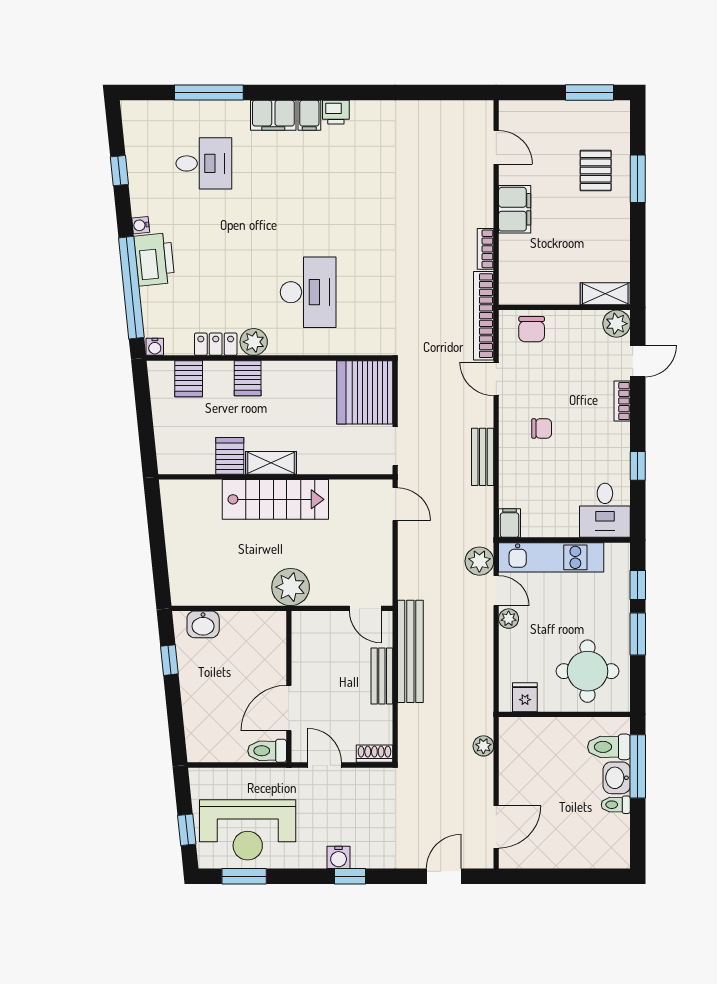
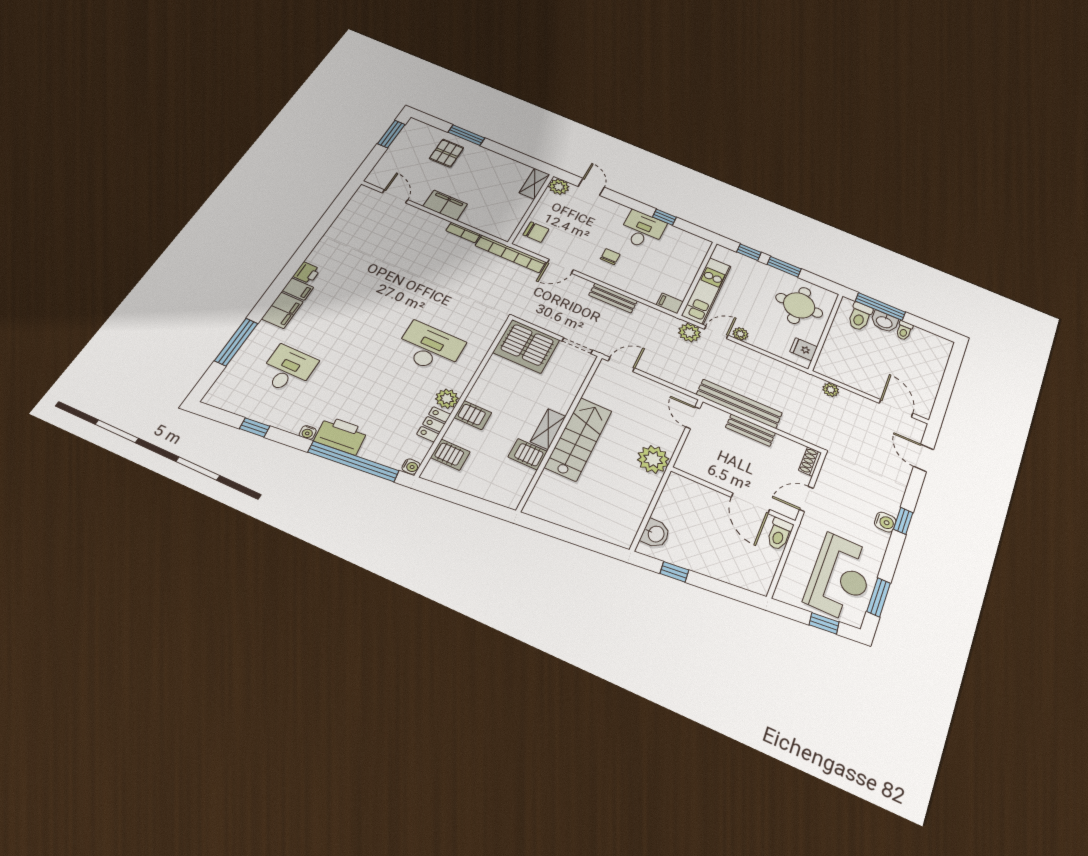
door: (496, 147) -> (395, 196), hinge flipped
pallet: (596, 171) -> (447, 153), turned 90
bookcase: (622, 401) -> (614, 206), removed
desk: (605, 510) -> (642, 230), moved, turned -90
door: (365, 608) -> (693, 418), swing flipped

